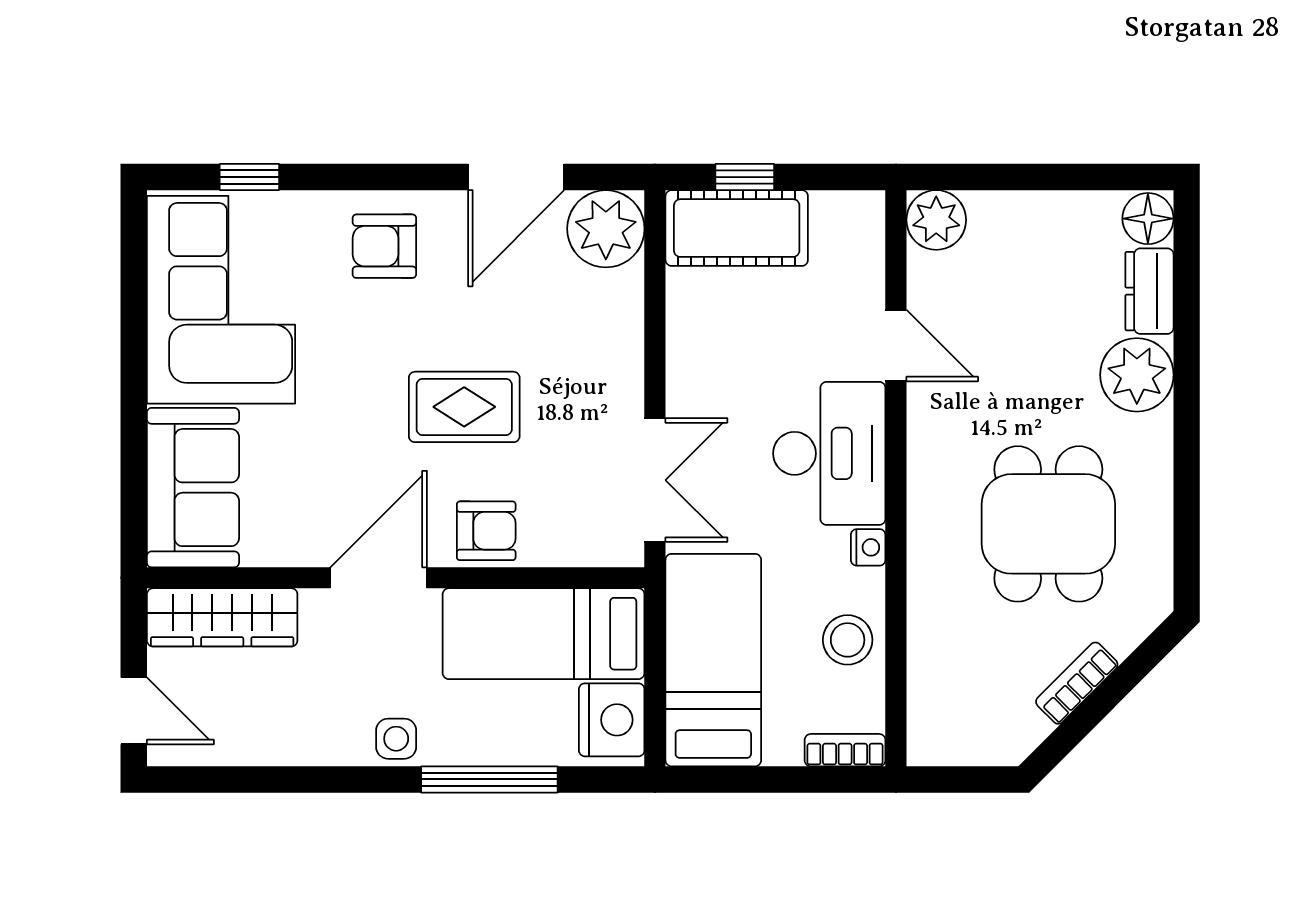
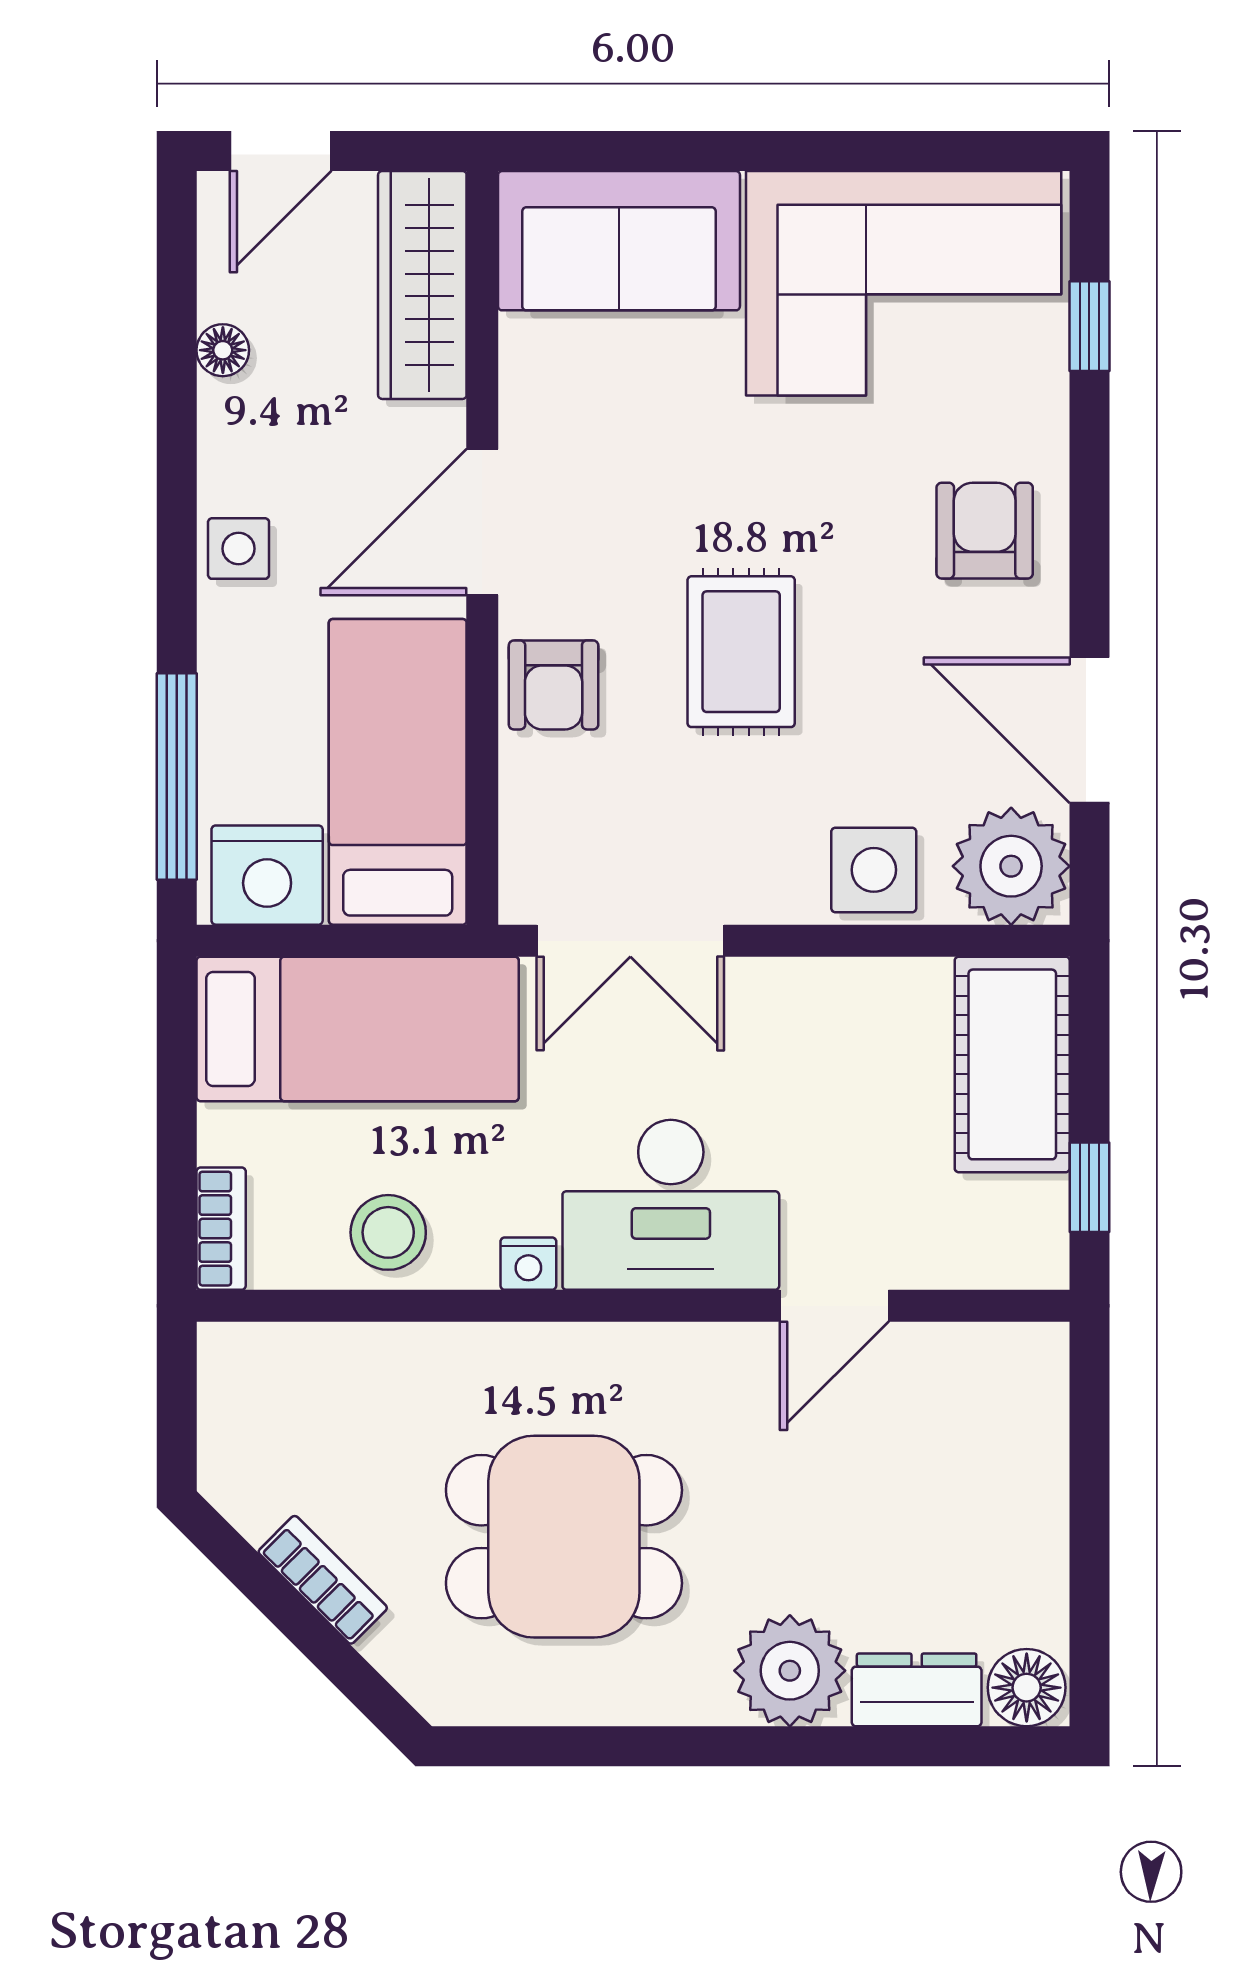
window: (745, 177) -> (1089, 1187), moved
plant: (936, 220) -> (1024, 1367), removed
side table: (608, 319) -> (874, 870), added
door: (379, 578) -> (482, 522), swing flipped
floor lamp: (265, 749) -> (223, 350), added
window: (489, 779) -> (177, 776), moved

